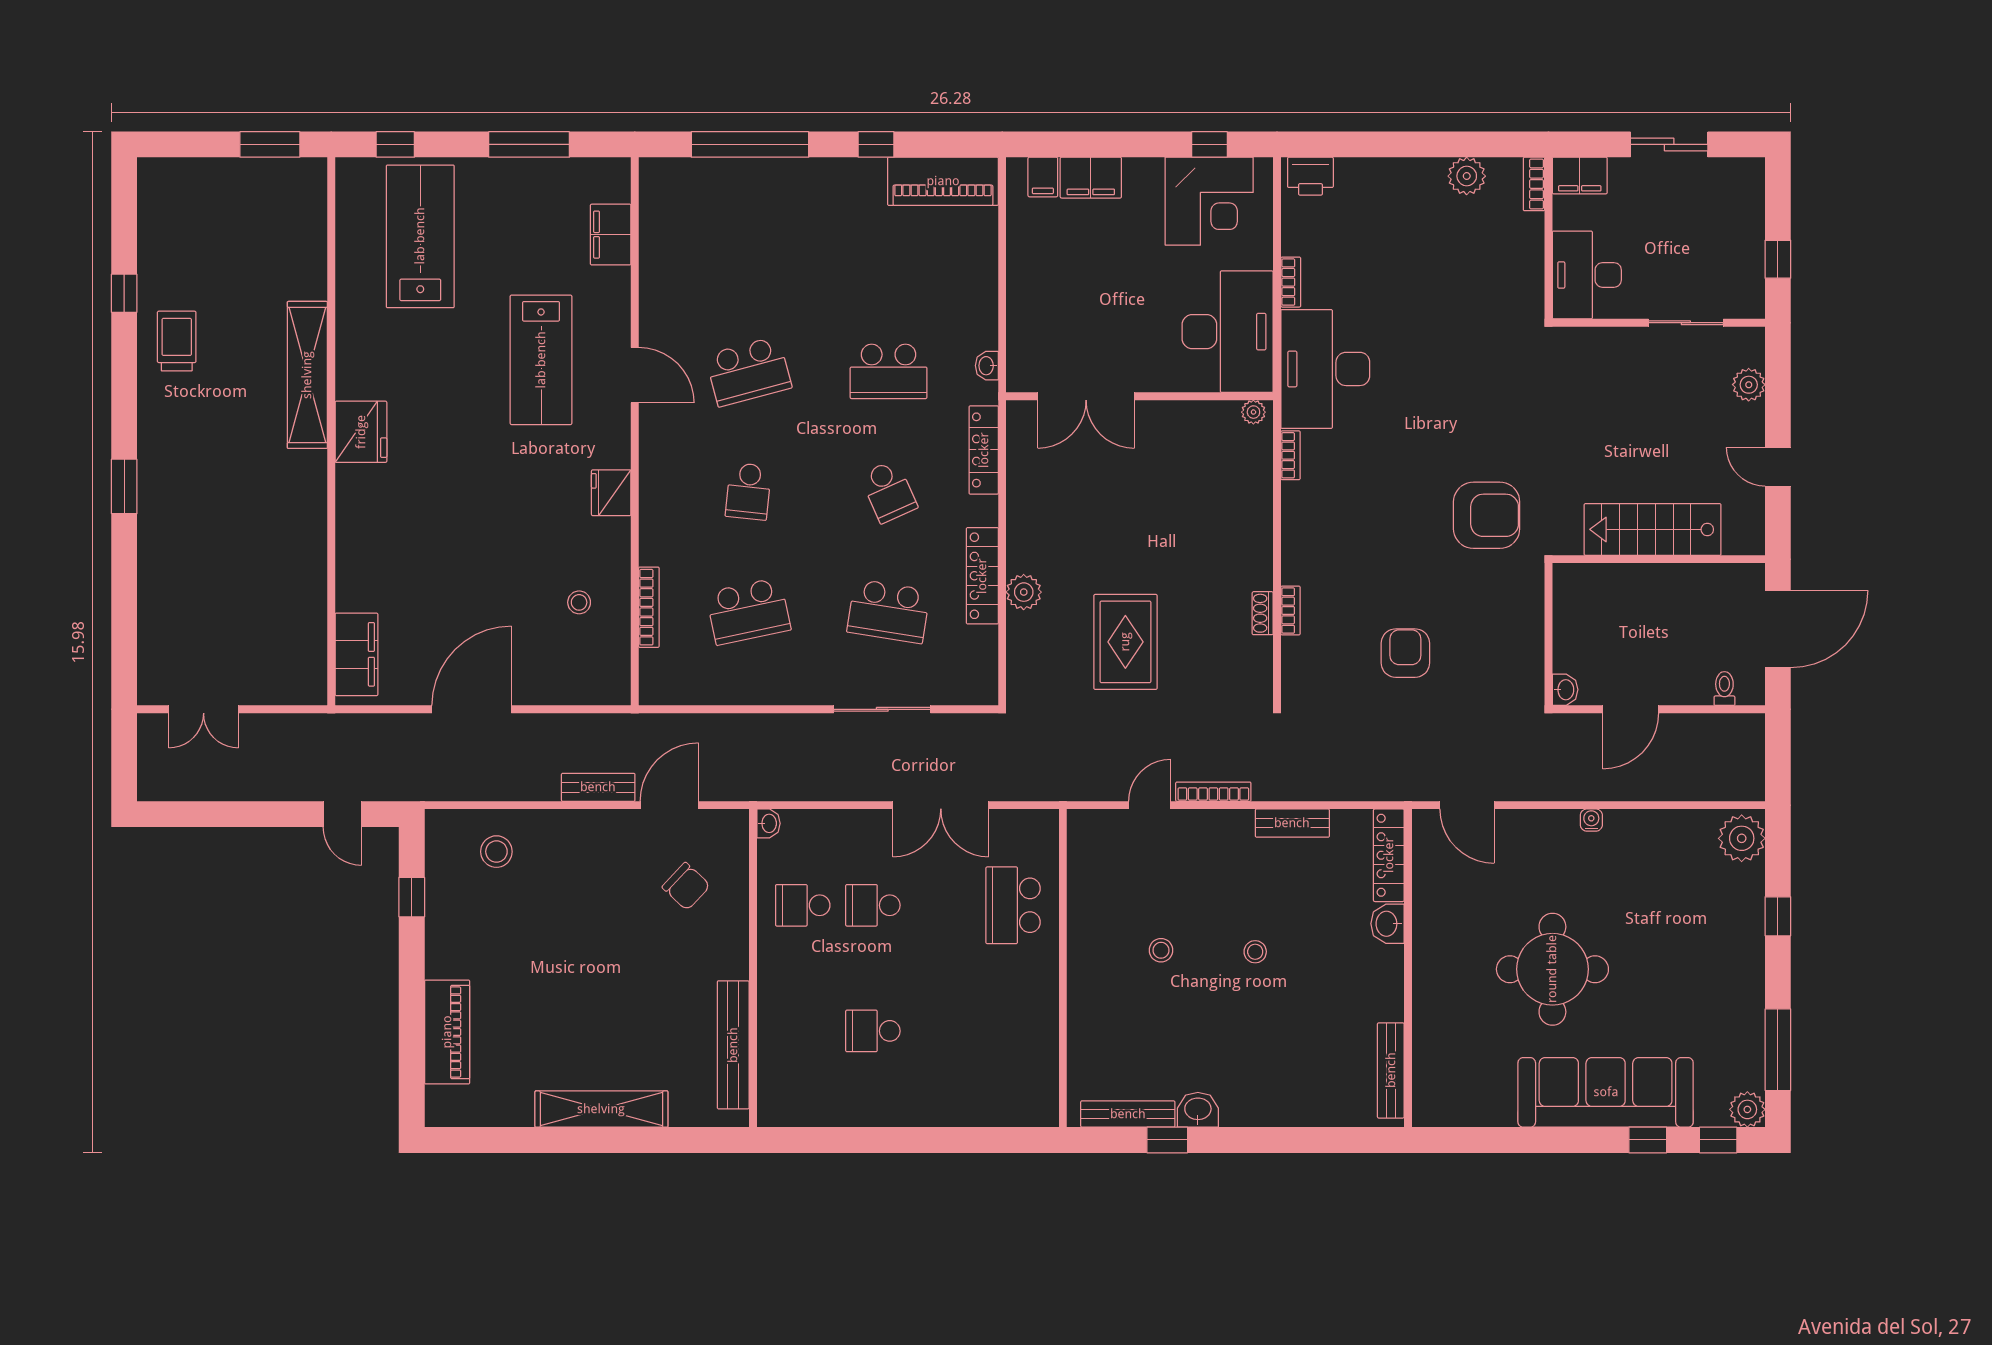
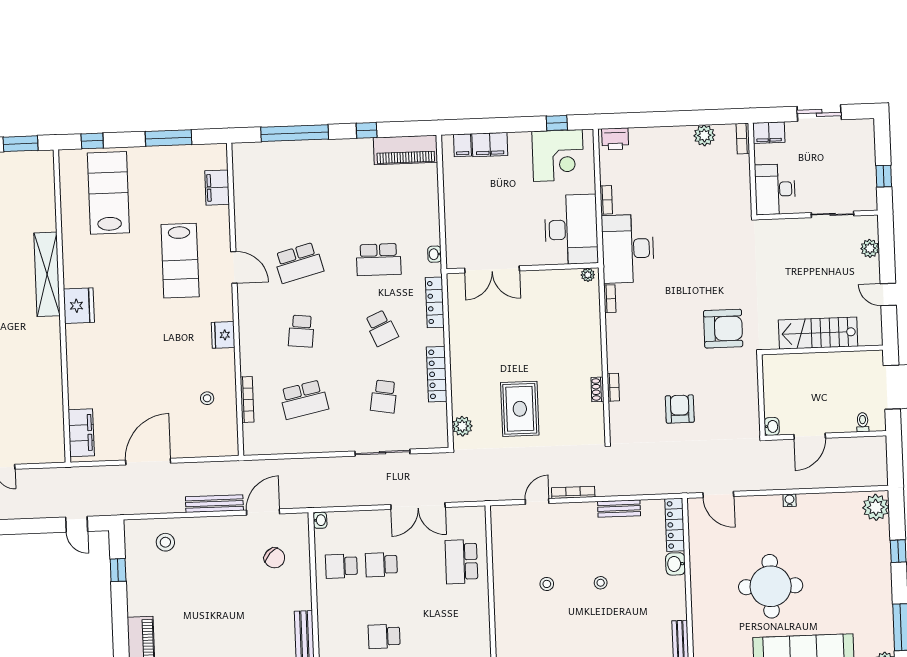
plant: (1024, 592) -> (462, 426), moved
school desk: (889, 611) -> (384, 396), width x0.54
bench: (598, 787) -> (214, 504), width x1.36

